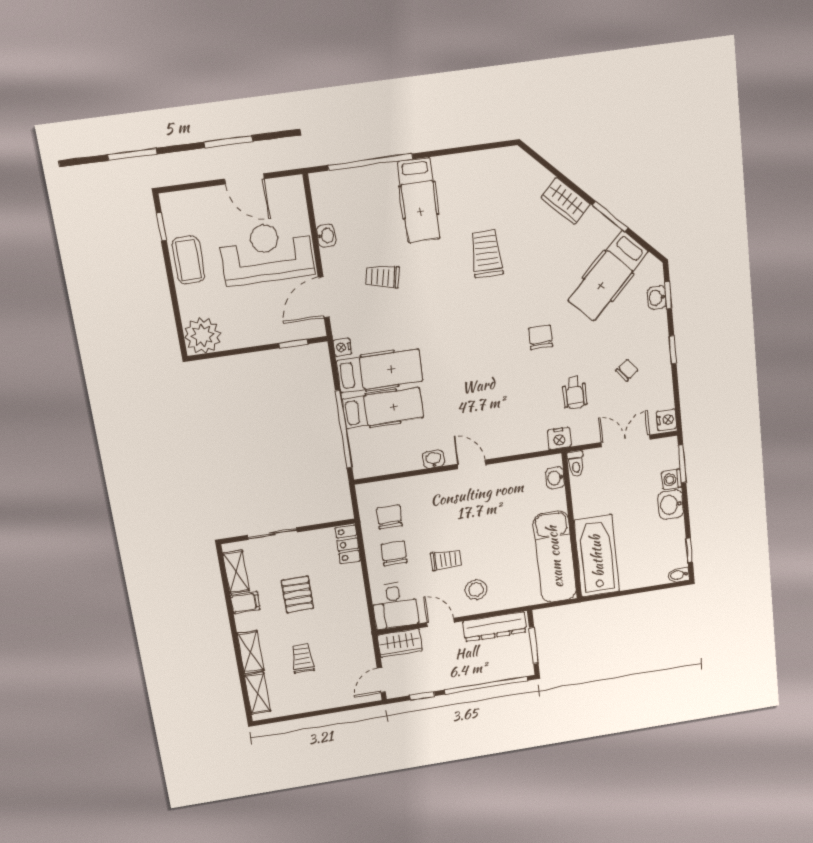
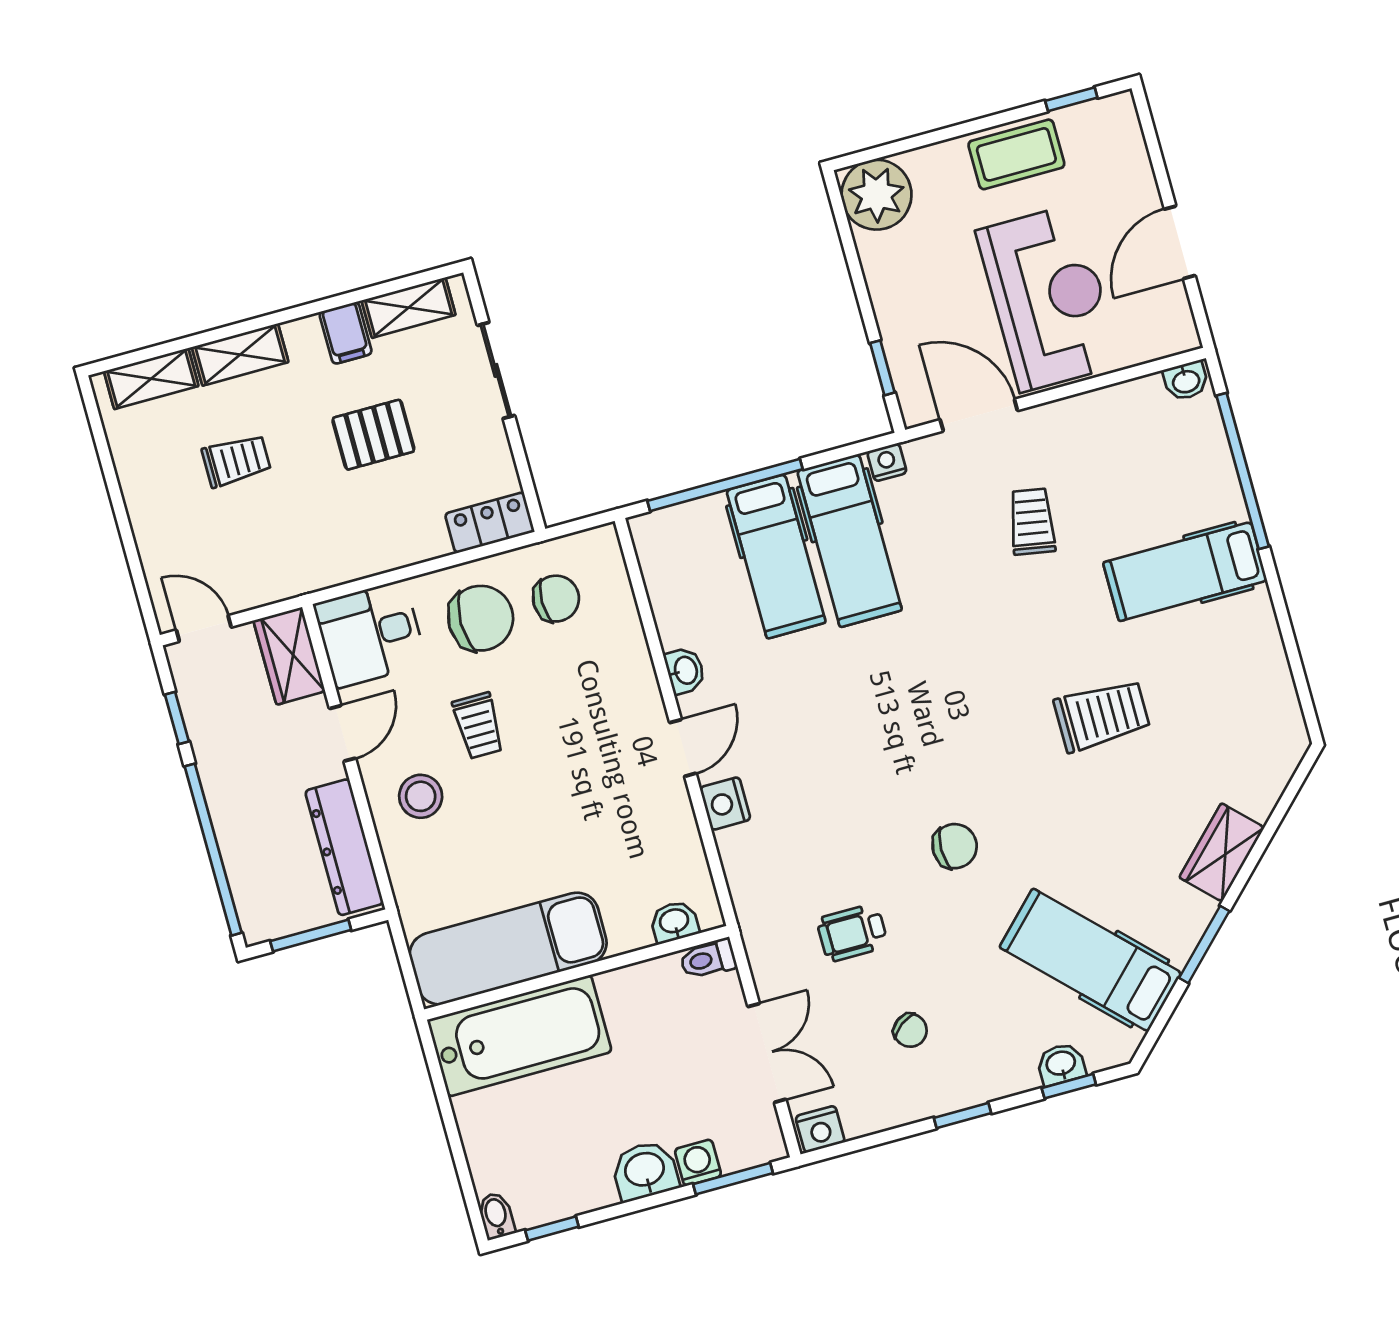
washbasin: (326, 236) -> (1186, 381), moved
nightstand: (559, 438) -> (725, 804), moved
chair: (394, 553) -> (481, 618), width x1.37, depth x1.37

